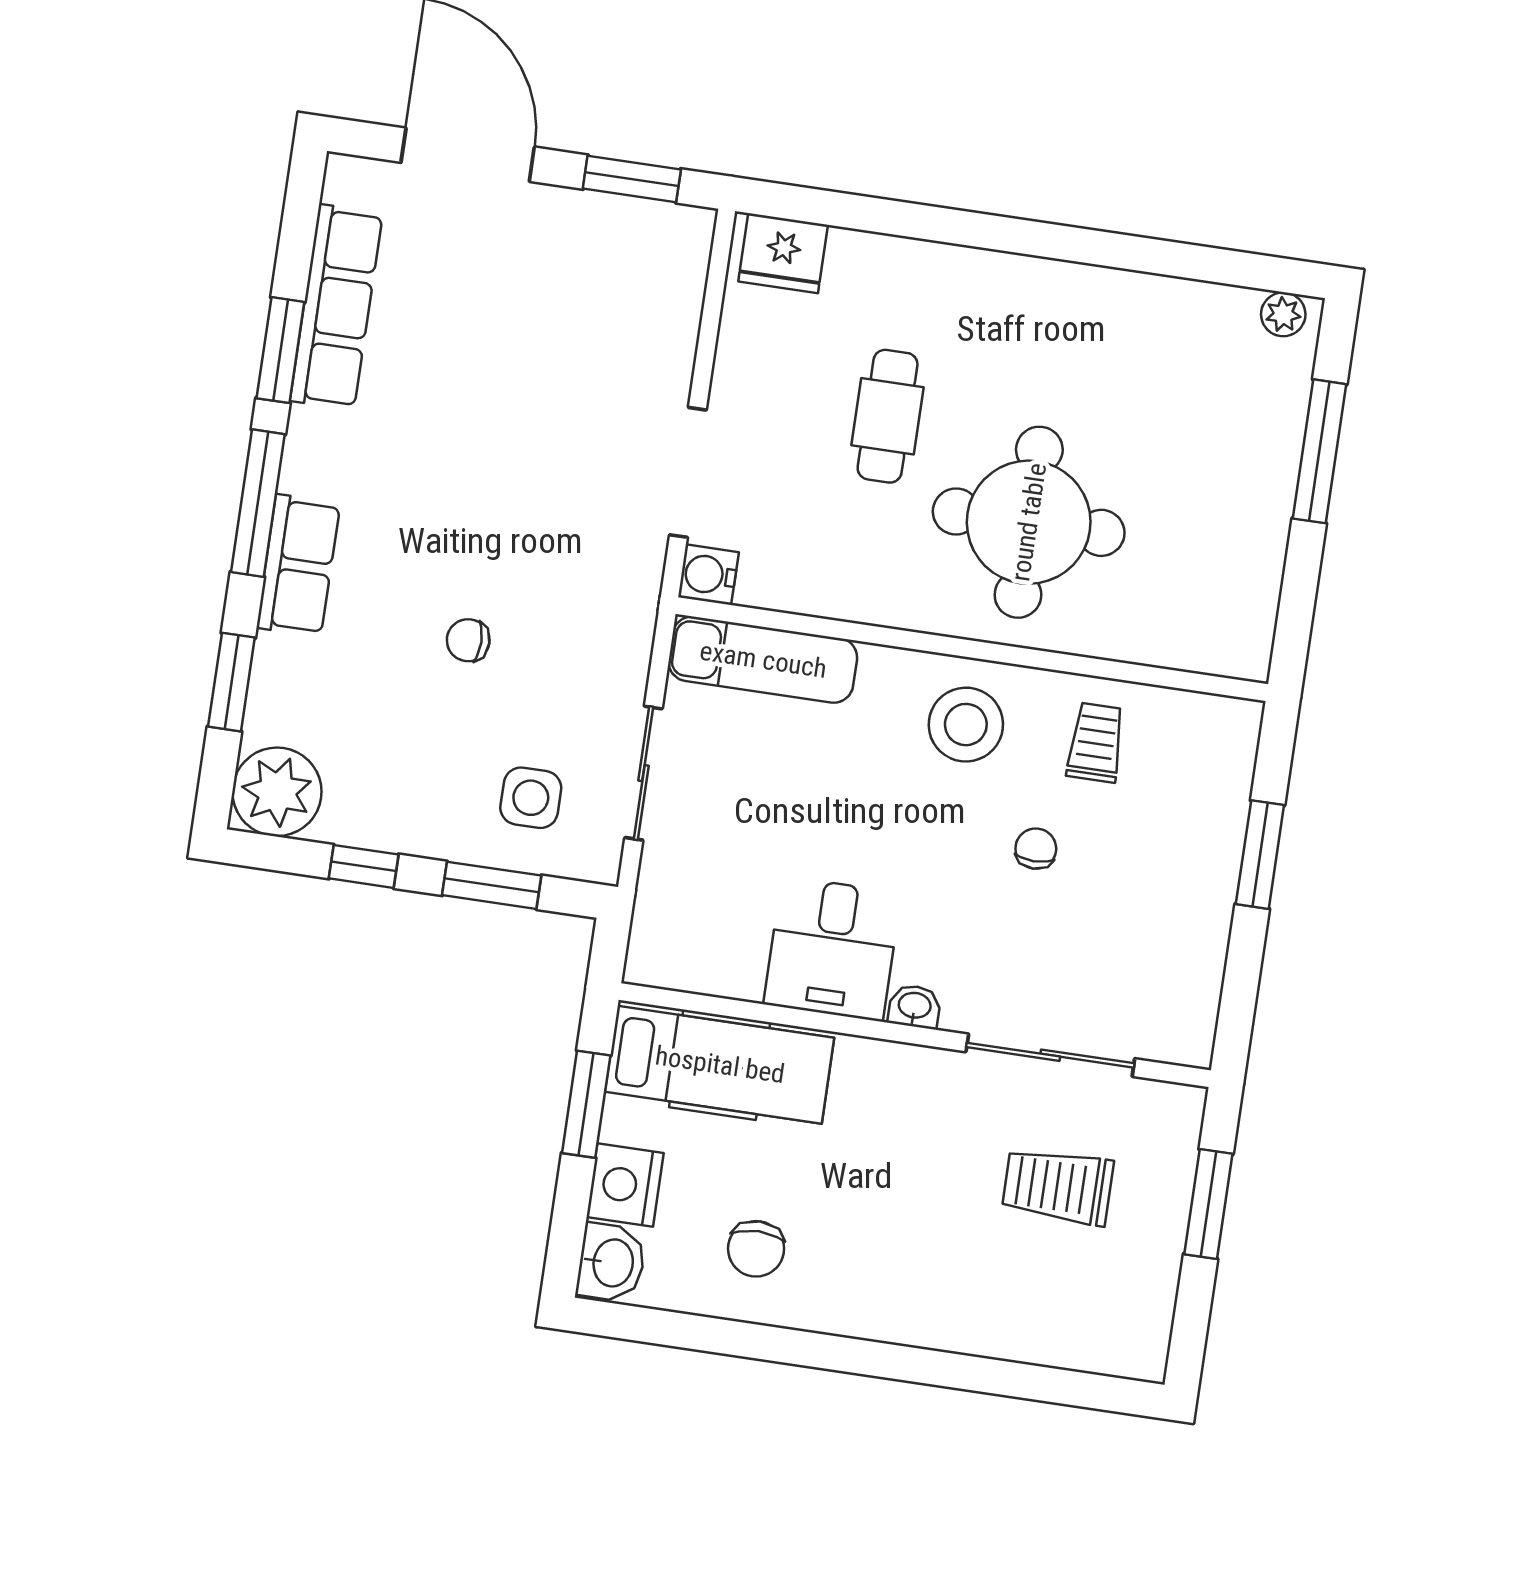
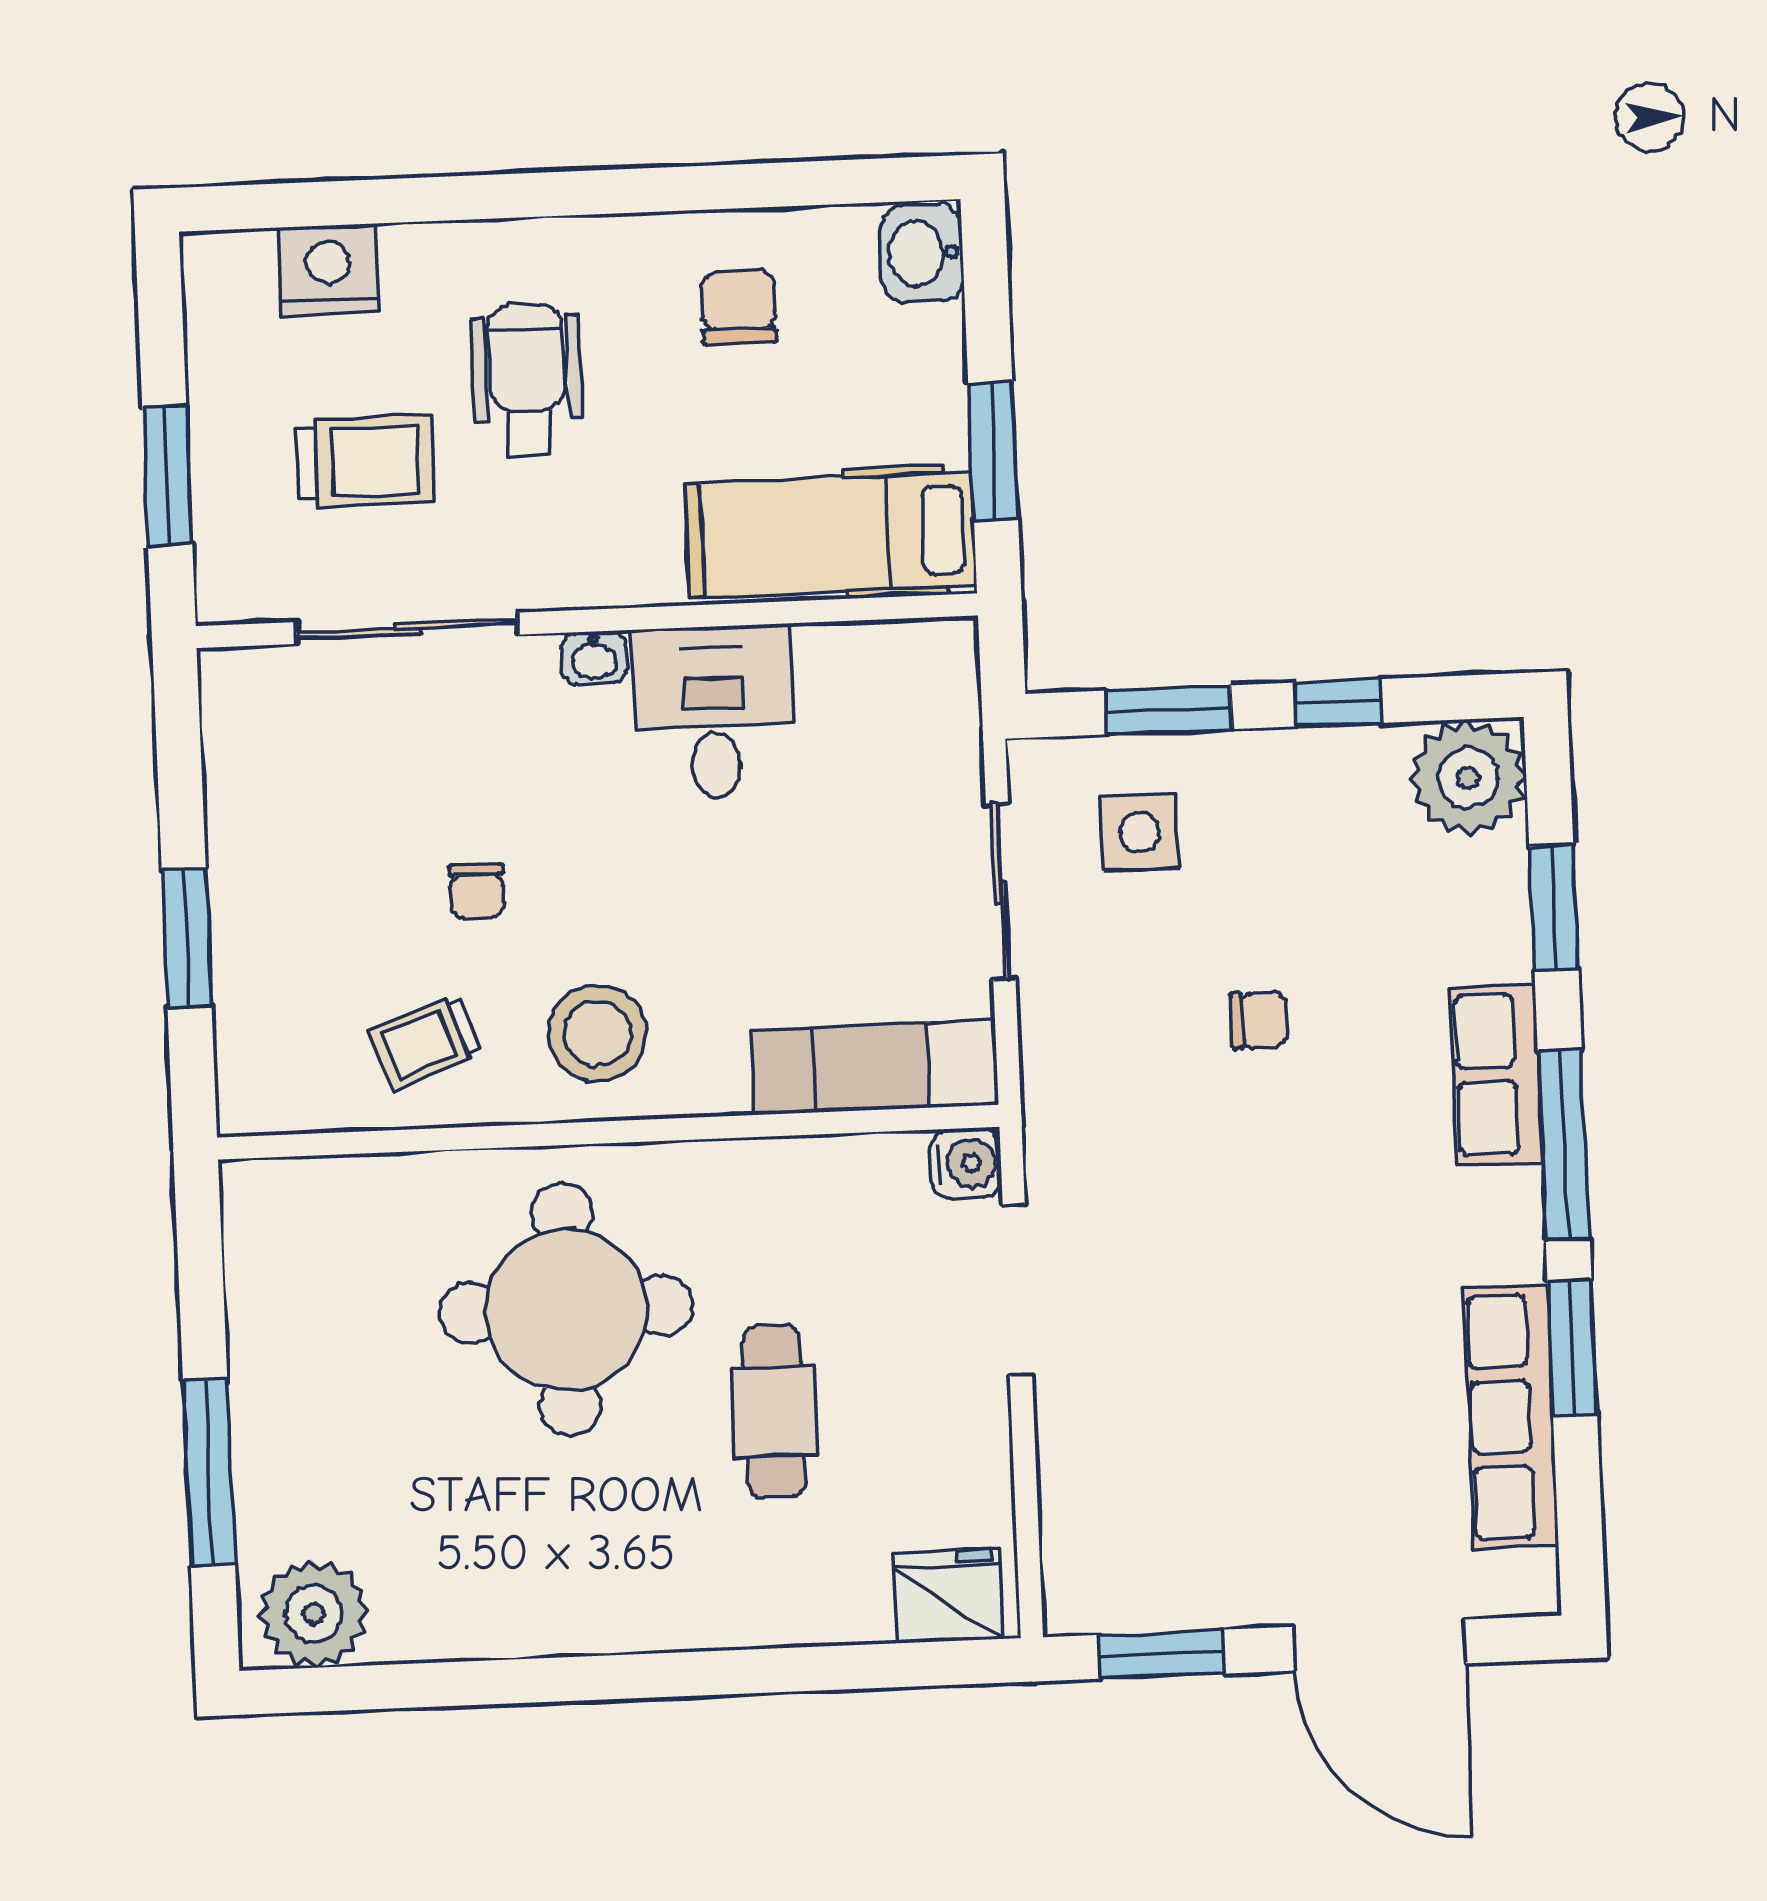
plant: (1283, 314) -> (314, 1614), width x1.87, depth x1.87
trolley: (1096, 743) -> (425, 1042), turned 70
nightstand: (625, 1185) -> (328, 270), moved, turned -90
wheelchair: (925, 1224) -> (527, 380), added

